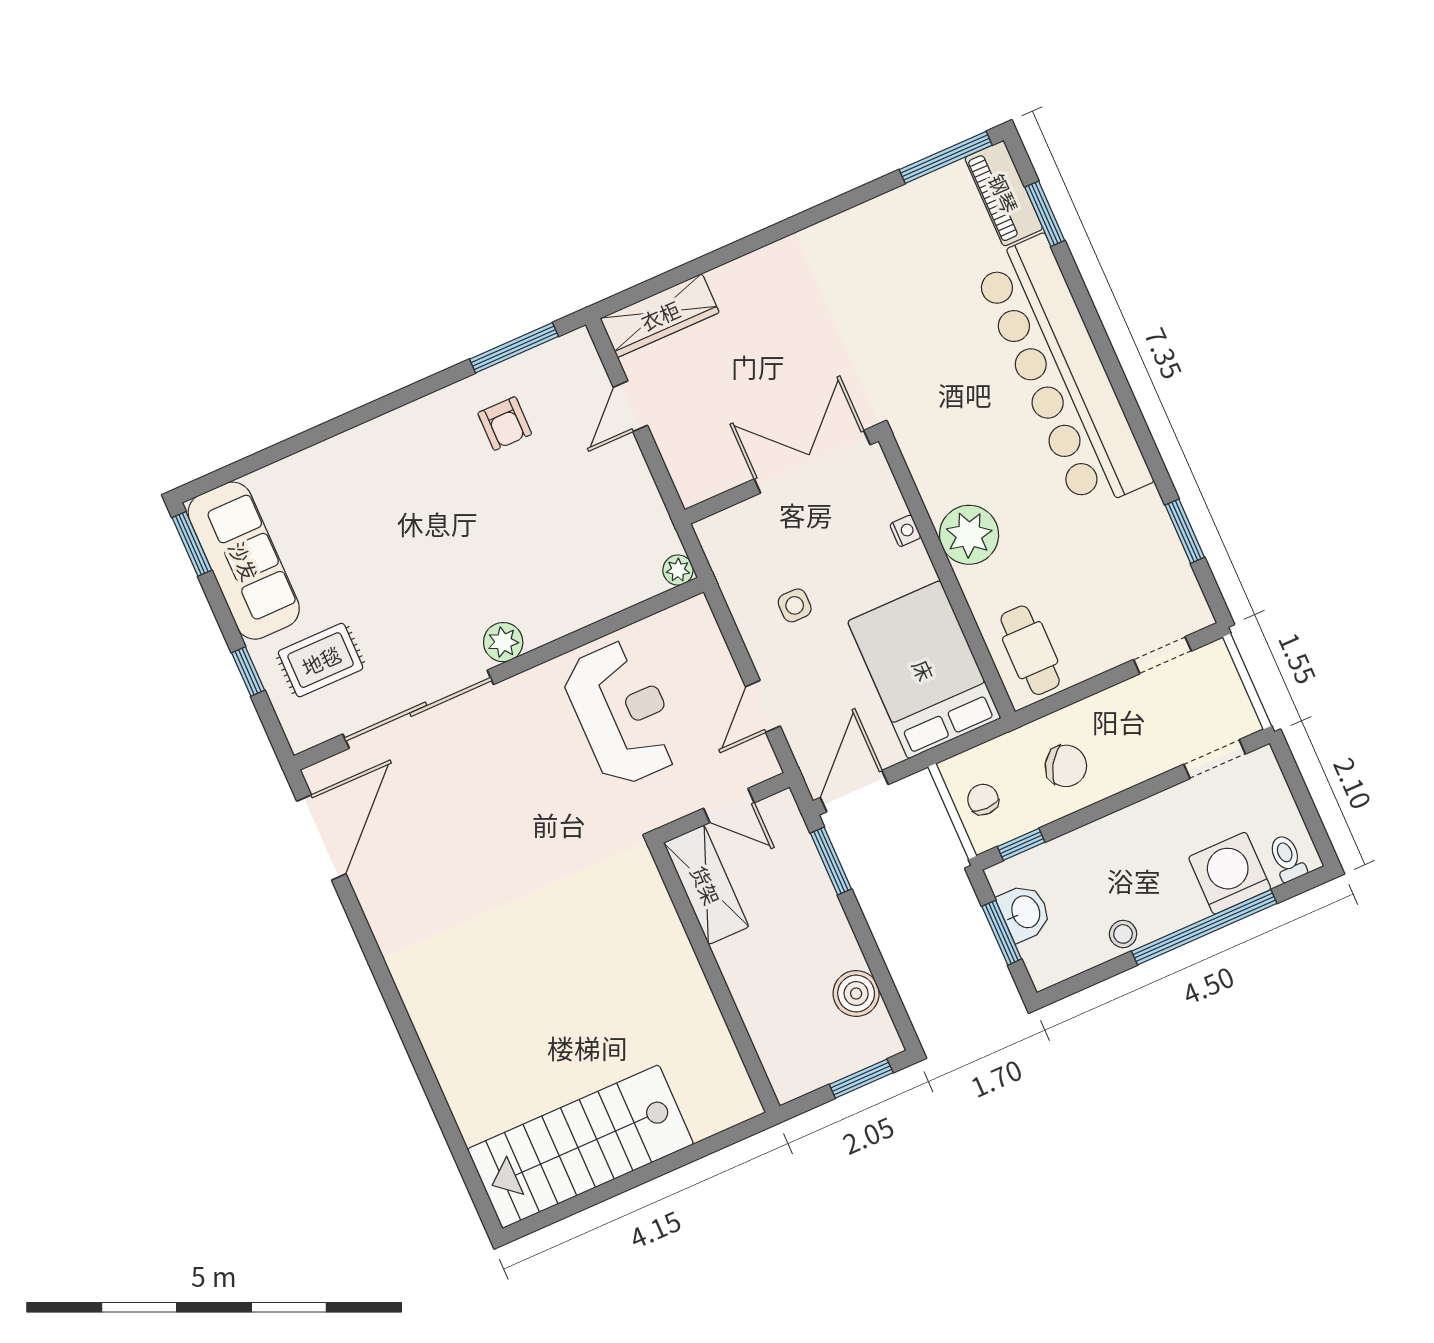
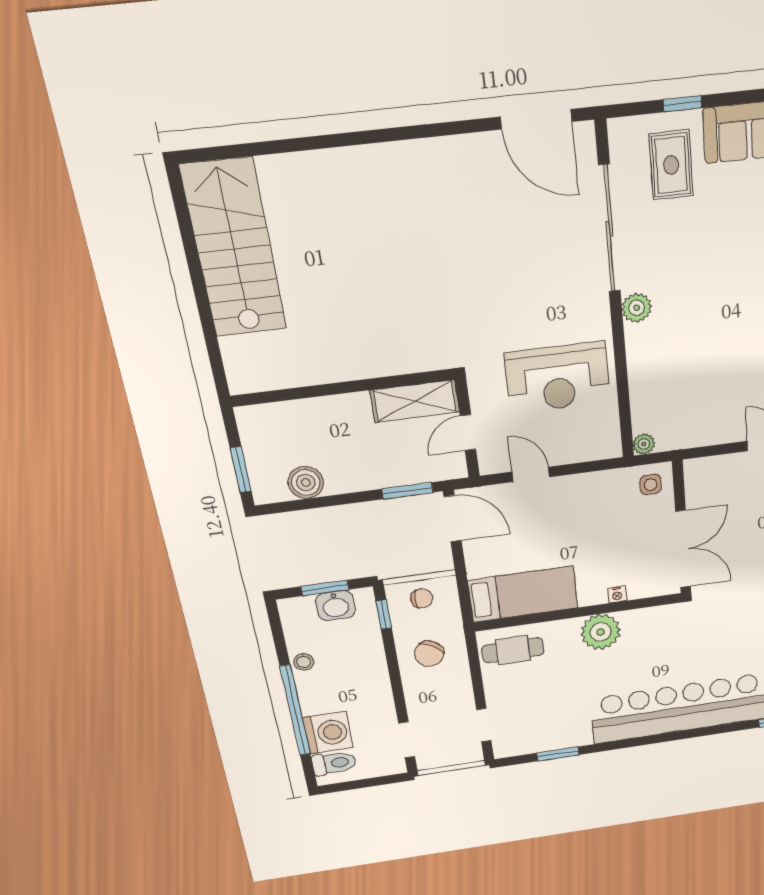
side table: (795, 605) -> (651, 485), moved
bed: (924, 670) -> (523, 594), width x0.67
toilet: (1287, 858) -> (334, 763), width x1.37, depth x1.39

